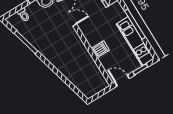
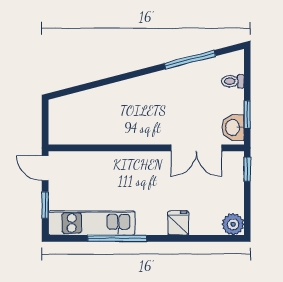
dishwasher: (100, 49) -> (111, 164), removed
door: (122, 80) -> (45, 168), swing flipped

